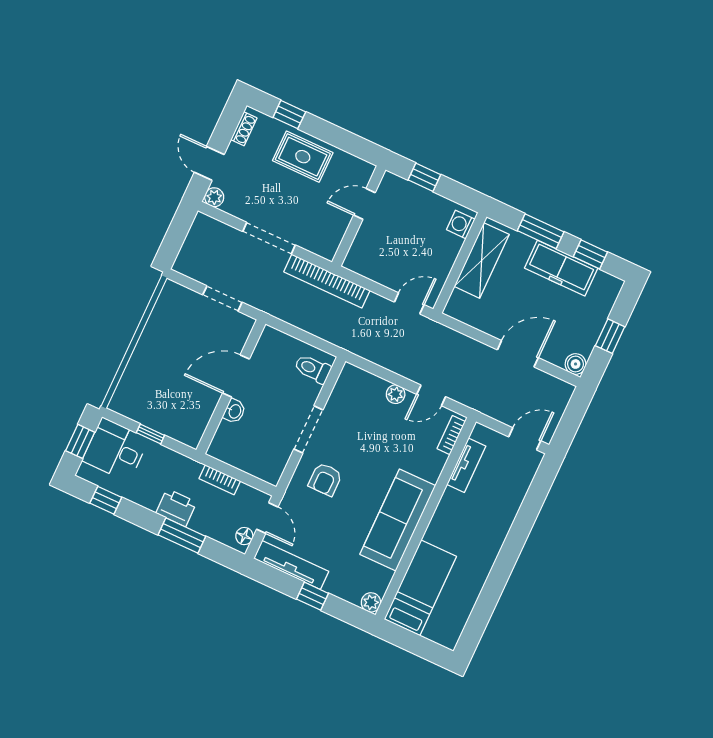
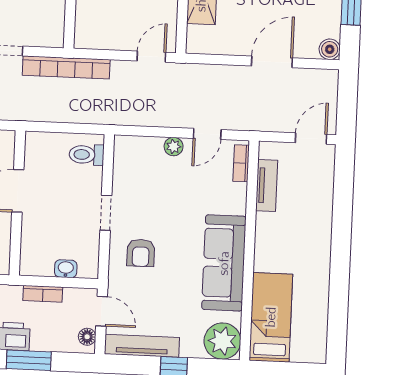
washbasin: (234, 411) -> (66, 269), moved, turned -90
doorway: (308, 429) -> (106, 213), width x0.73
plant: (371, 602) -> (222, 341), width x1.87, depth x1.87

